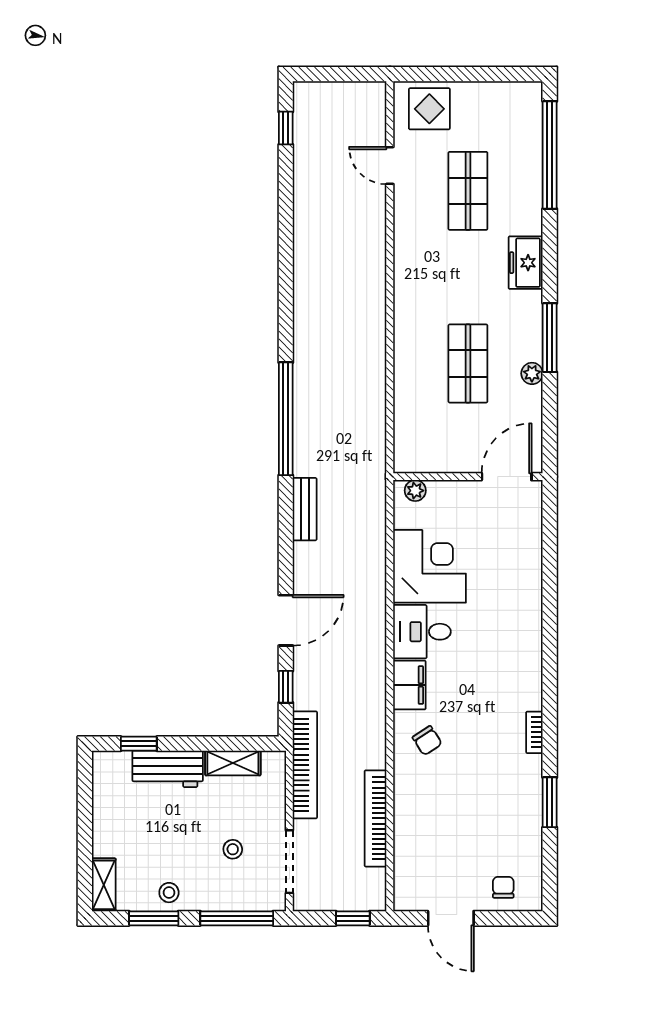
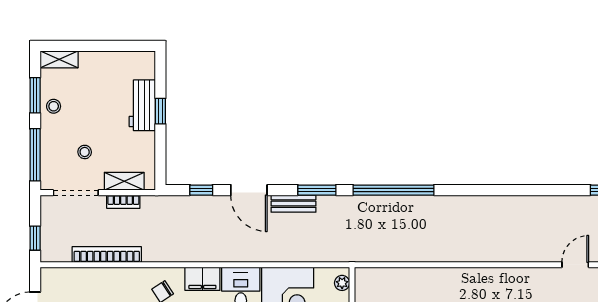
bench: (305, 509) -> (294, 204), moved
window: (286, 526) -> (317, 190), added
window: (139, 744) -> (160, 111), moved
shelving: (233, 763) -> (124, 181), moved, turned 90
bookcase: (305, 765) -> (123, 202), width x0.43, depth x0.76

